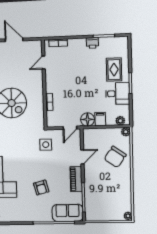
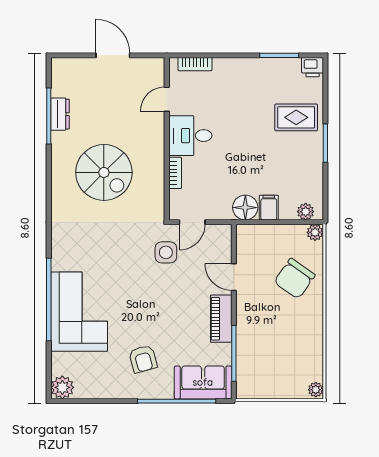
printer: (92, 43) -> (313, 67), moved
rug: (114, 70) -> (296, 117), turned 90
desk: (118, 94) -> (190, 136), moved, turned 180
door: (70, 128) -> (192, 222), moved
door: (82, 157) -> (234, 277), swing flipped
armchair: (41, 188) -> (143, 359), moved

